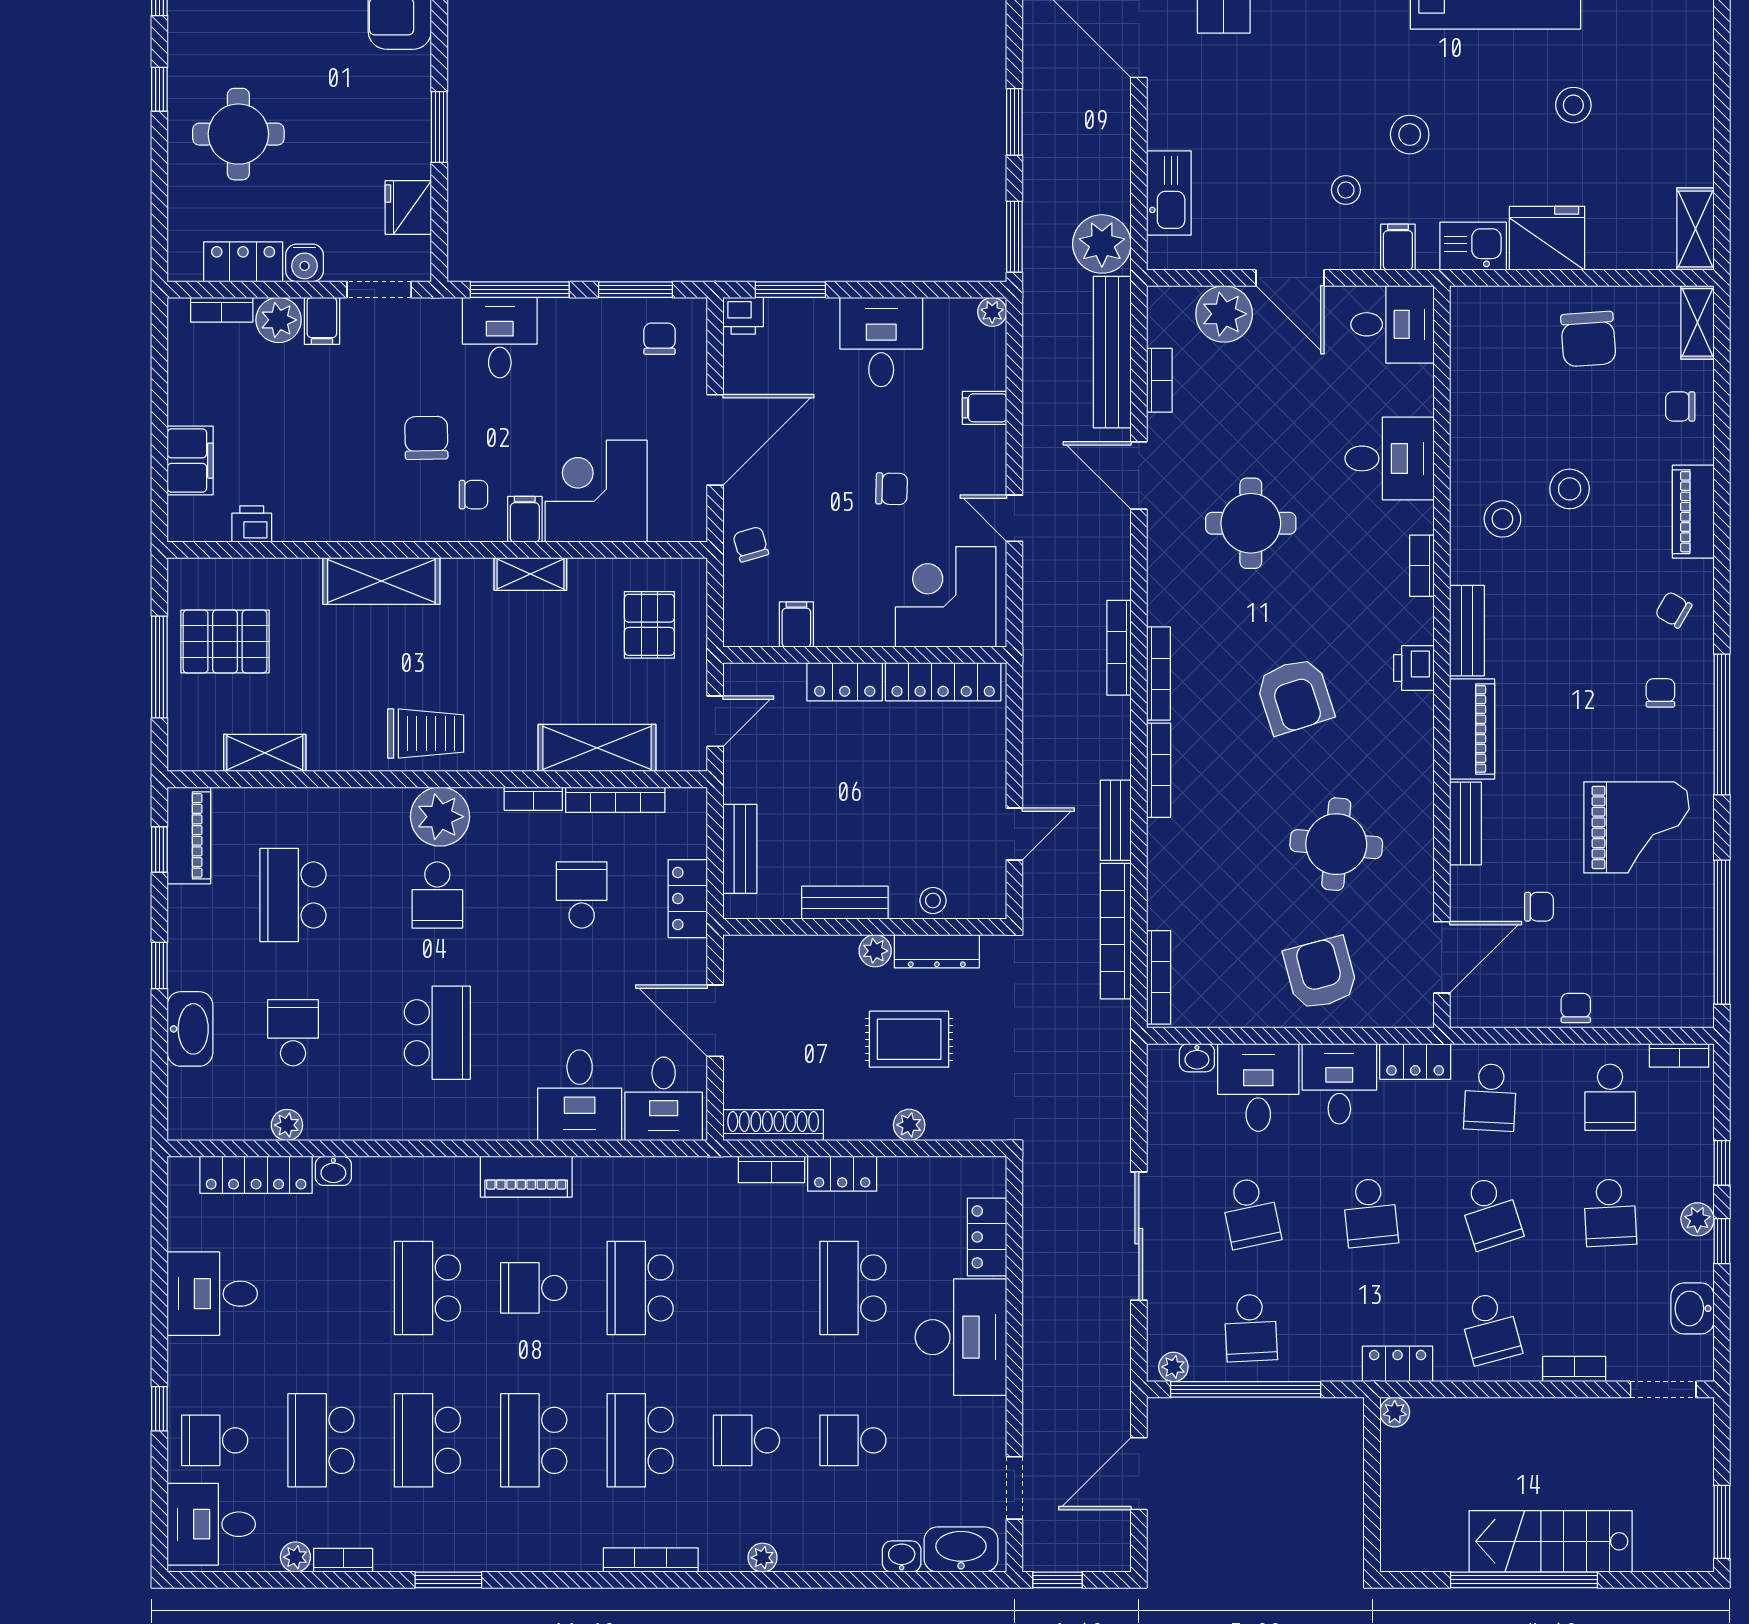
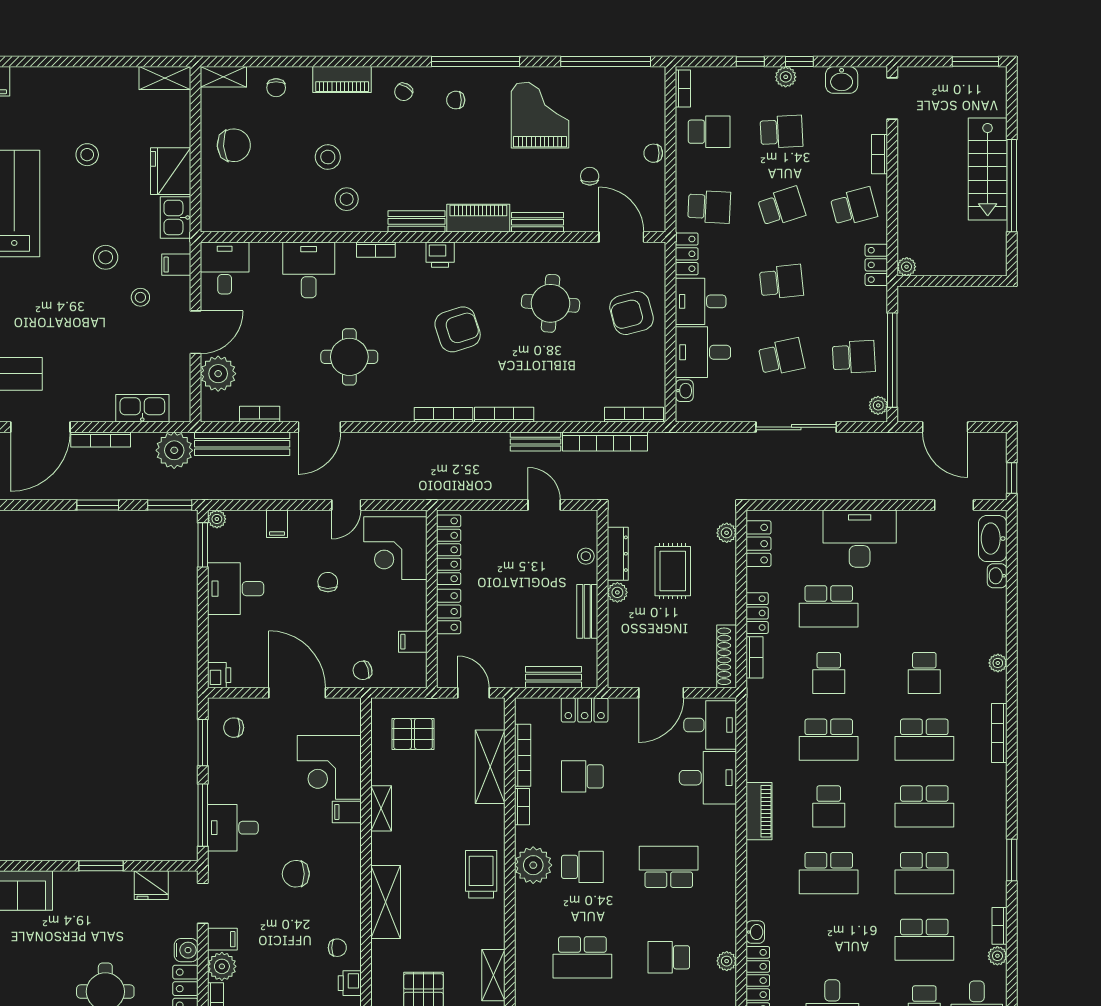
window: (790, 290) -> (203, 545), moved
chair: (473, 495) -> (337, 948), moved, turned 90
bookcase: (1119, 648) -> (101, 440), moved
plant: (909, 1125) -> (727, 533), moved
locker: (987, 1237) -> (758, 544), moved, turned -90
school desk: (853, 1440) -> (829, 673), moved

